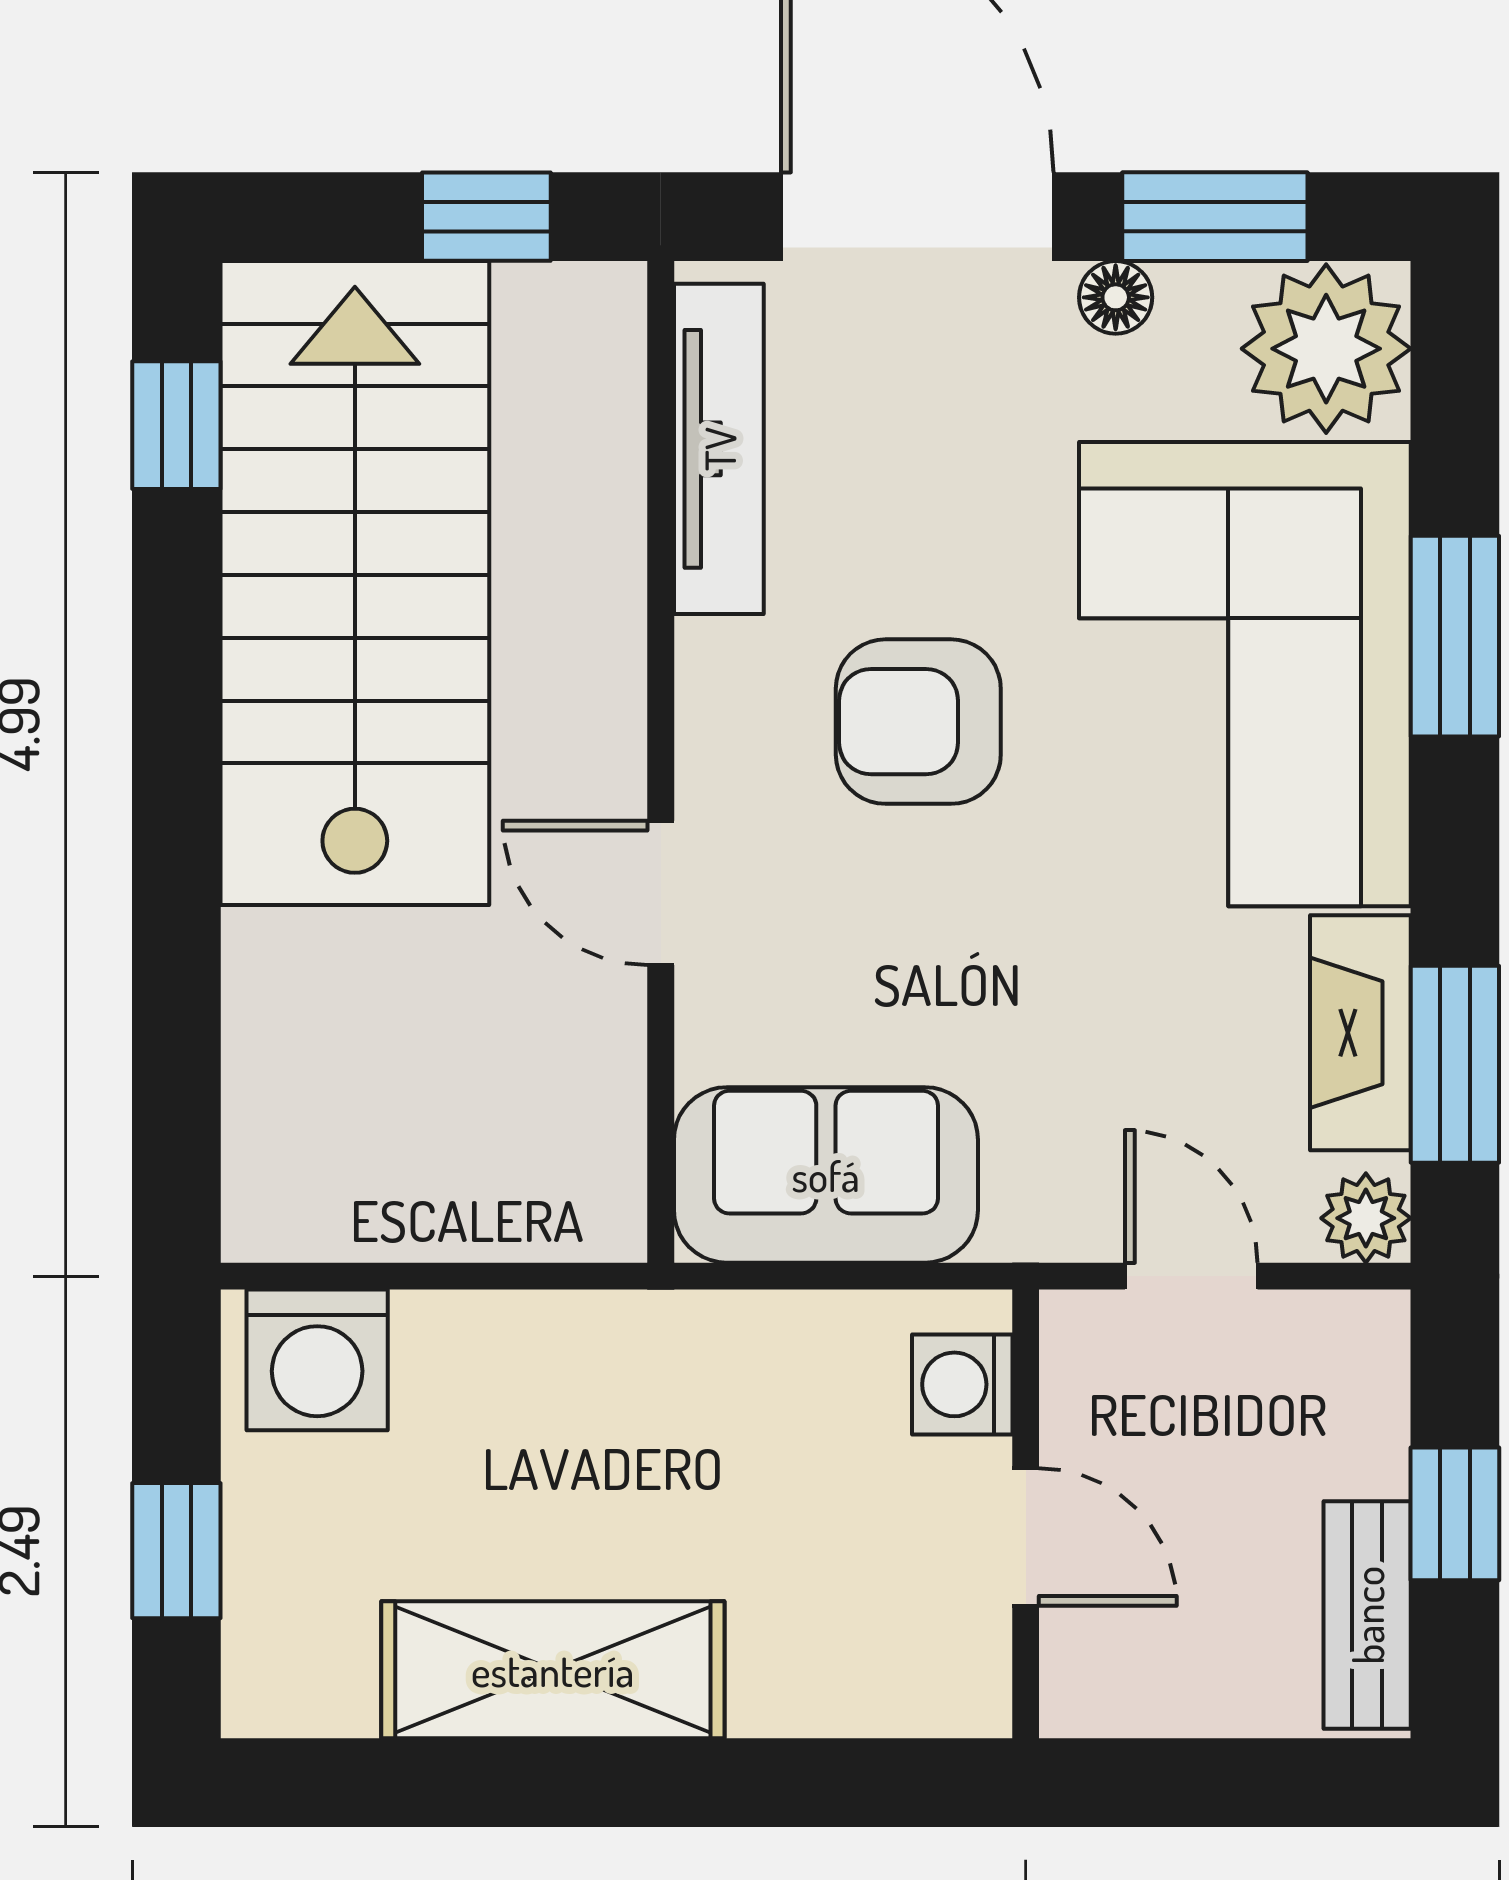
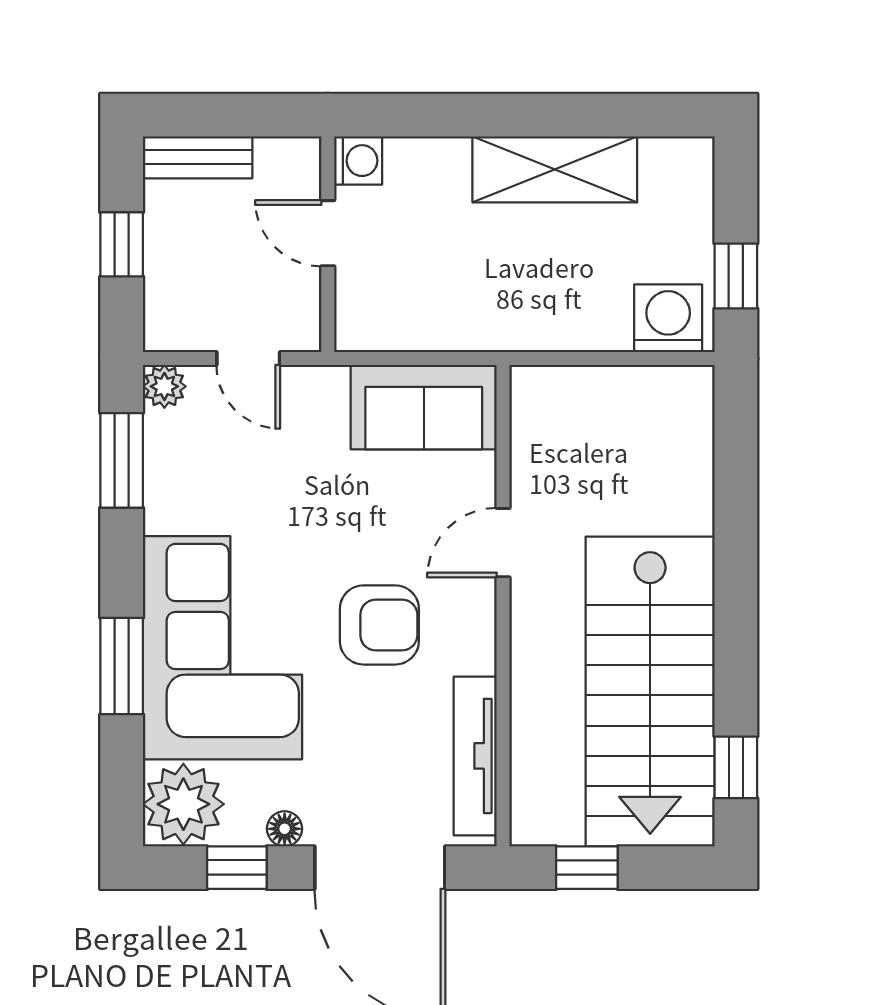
window: (1215, 217) -> (237, 868), width x0.67
door: (661, 893) -> (503, 543), swing flipped
fireplace: (1360, 1033) -> (167, 475), removed
washing machine: (962, 1384) -> (358, 161), moved
window: (176, 1551) -> (736, 276), moved
bench: (1367, 1615) -> (198, 157), moved, turned 90

